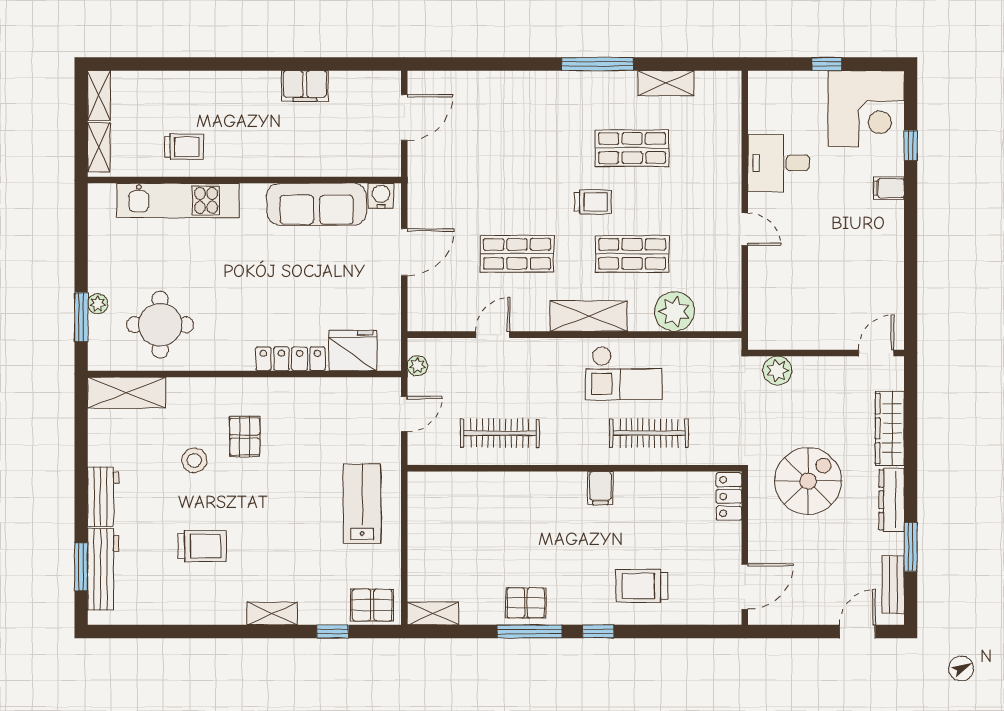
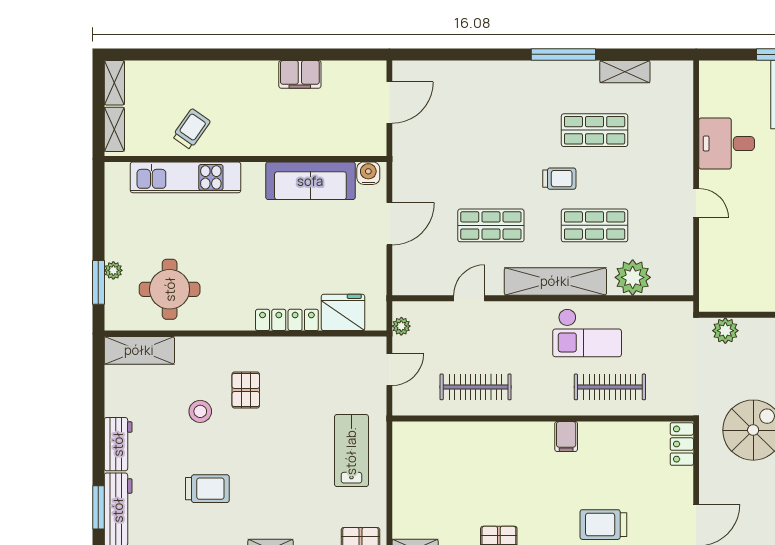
trolley: (184, 147) -> (191, 129), turned -55
shelving: (589, 316) -> (555, 281), width x1.47

